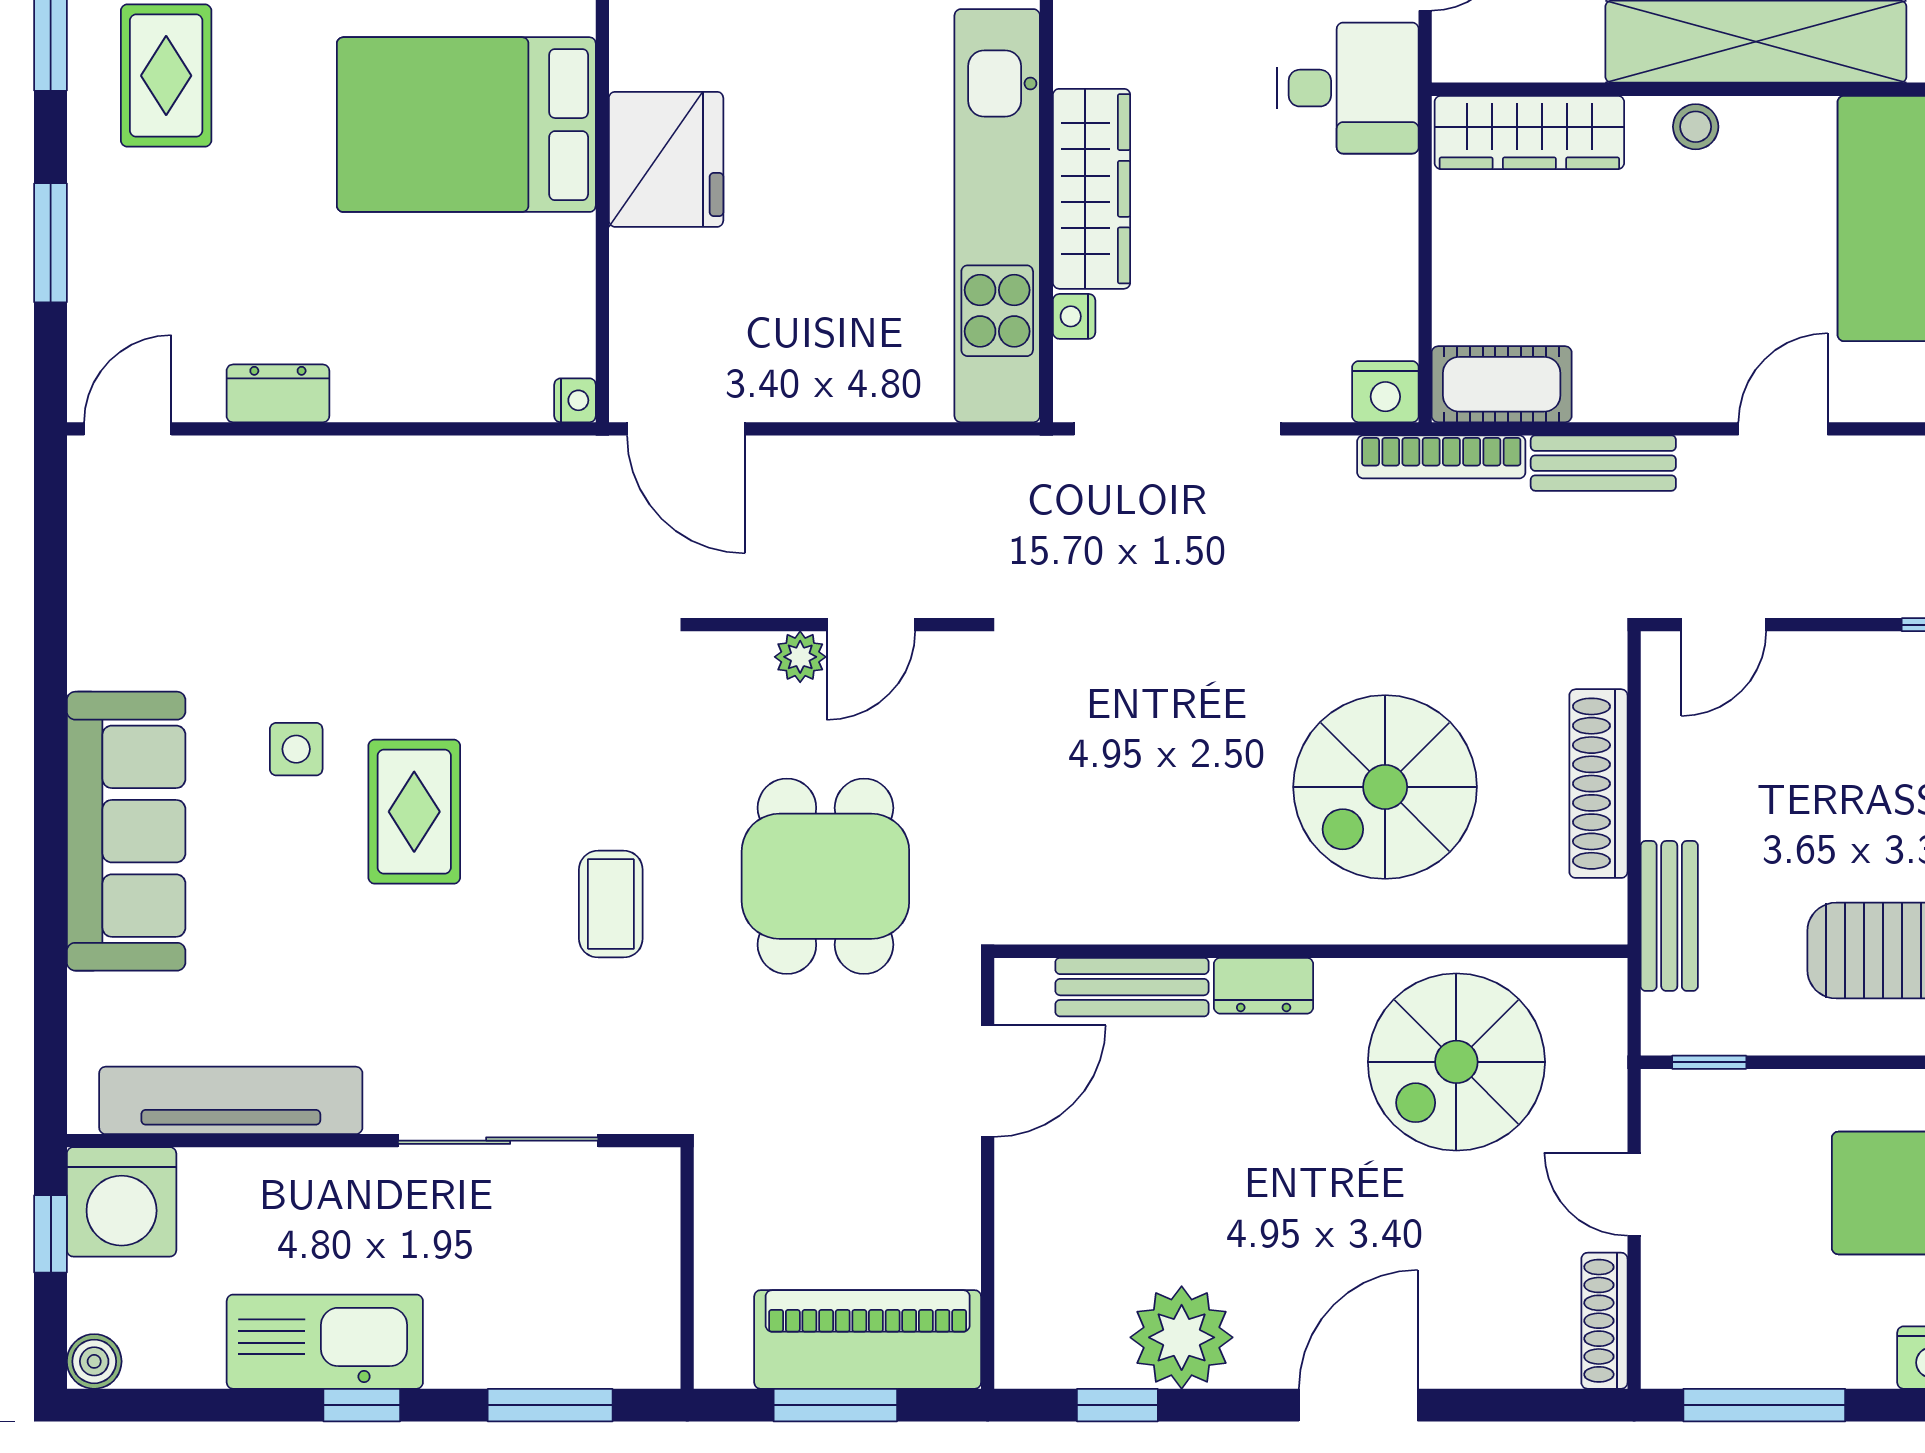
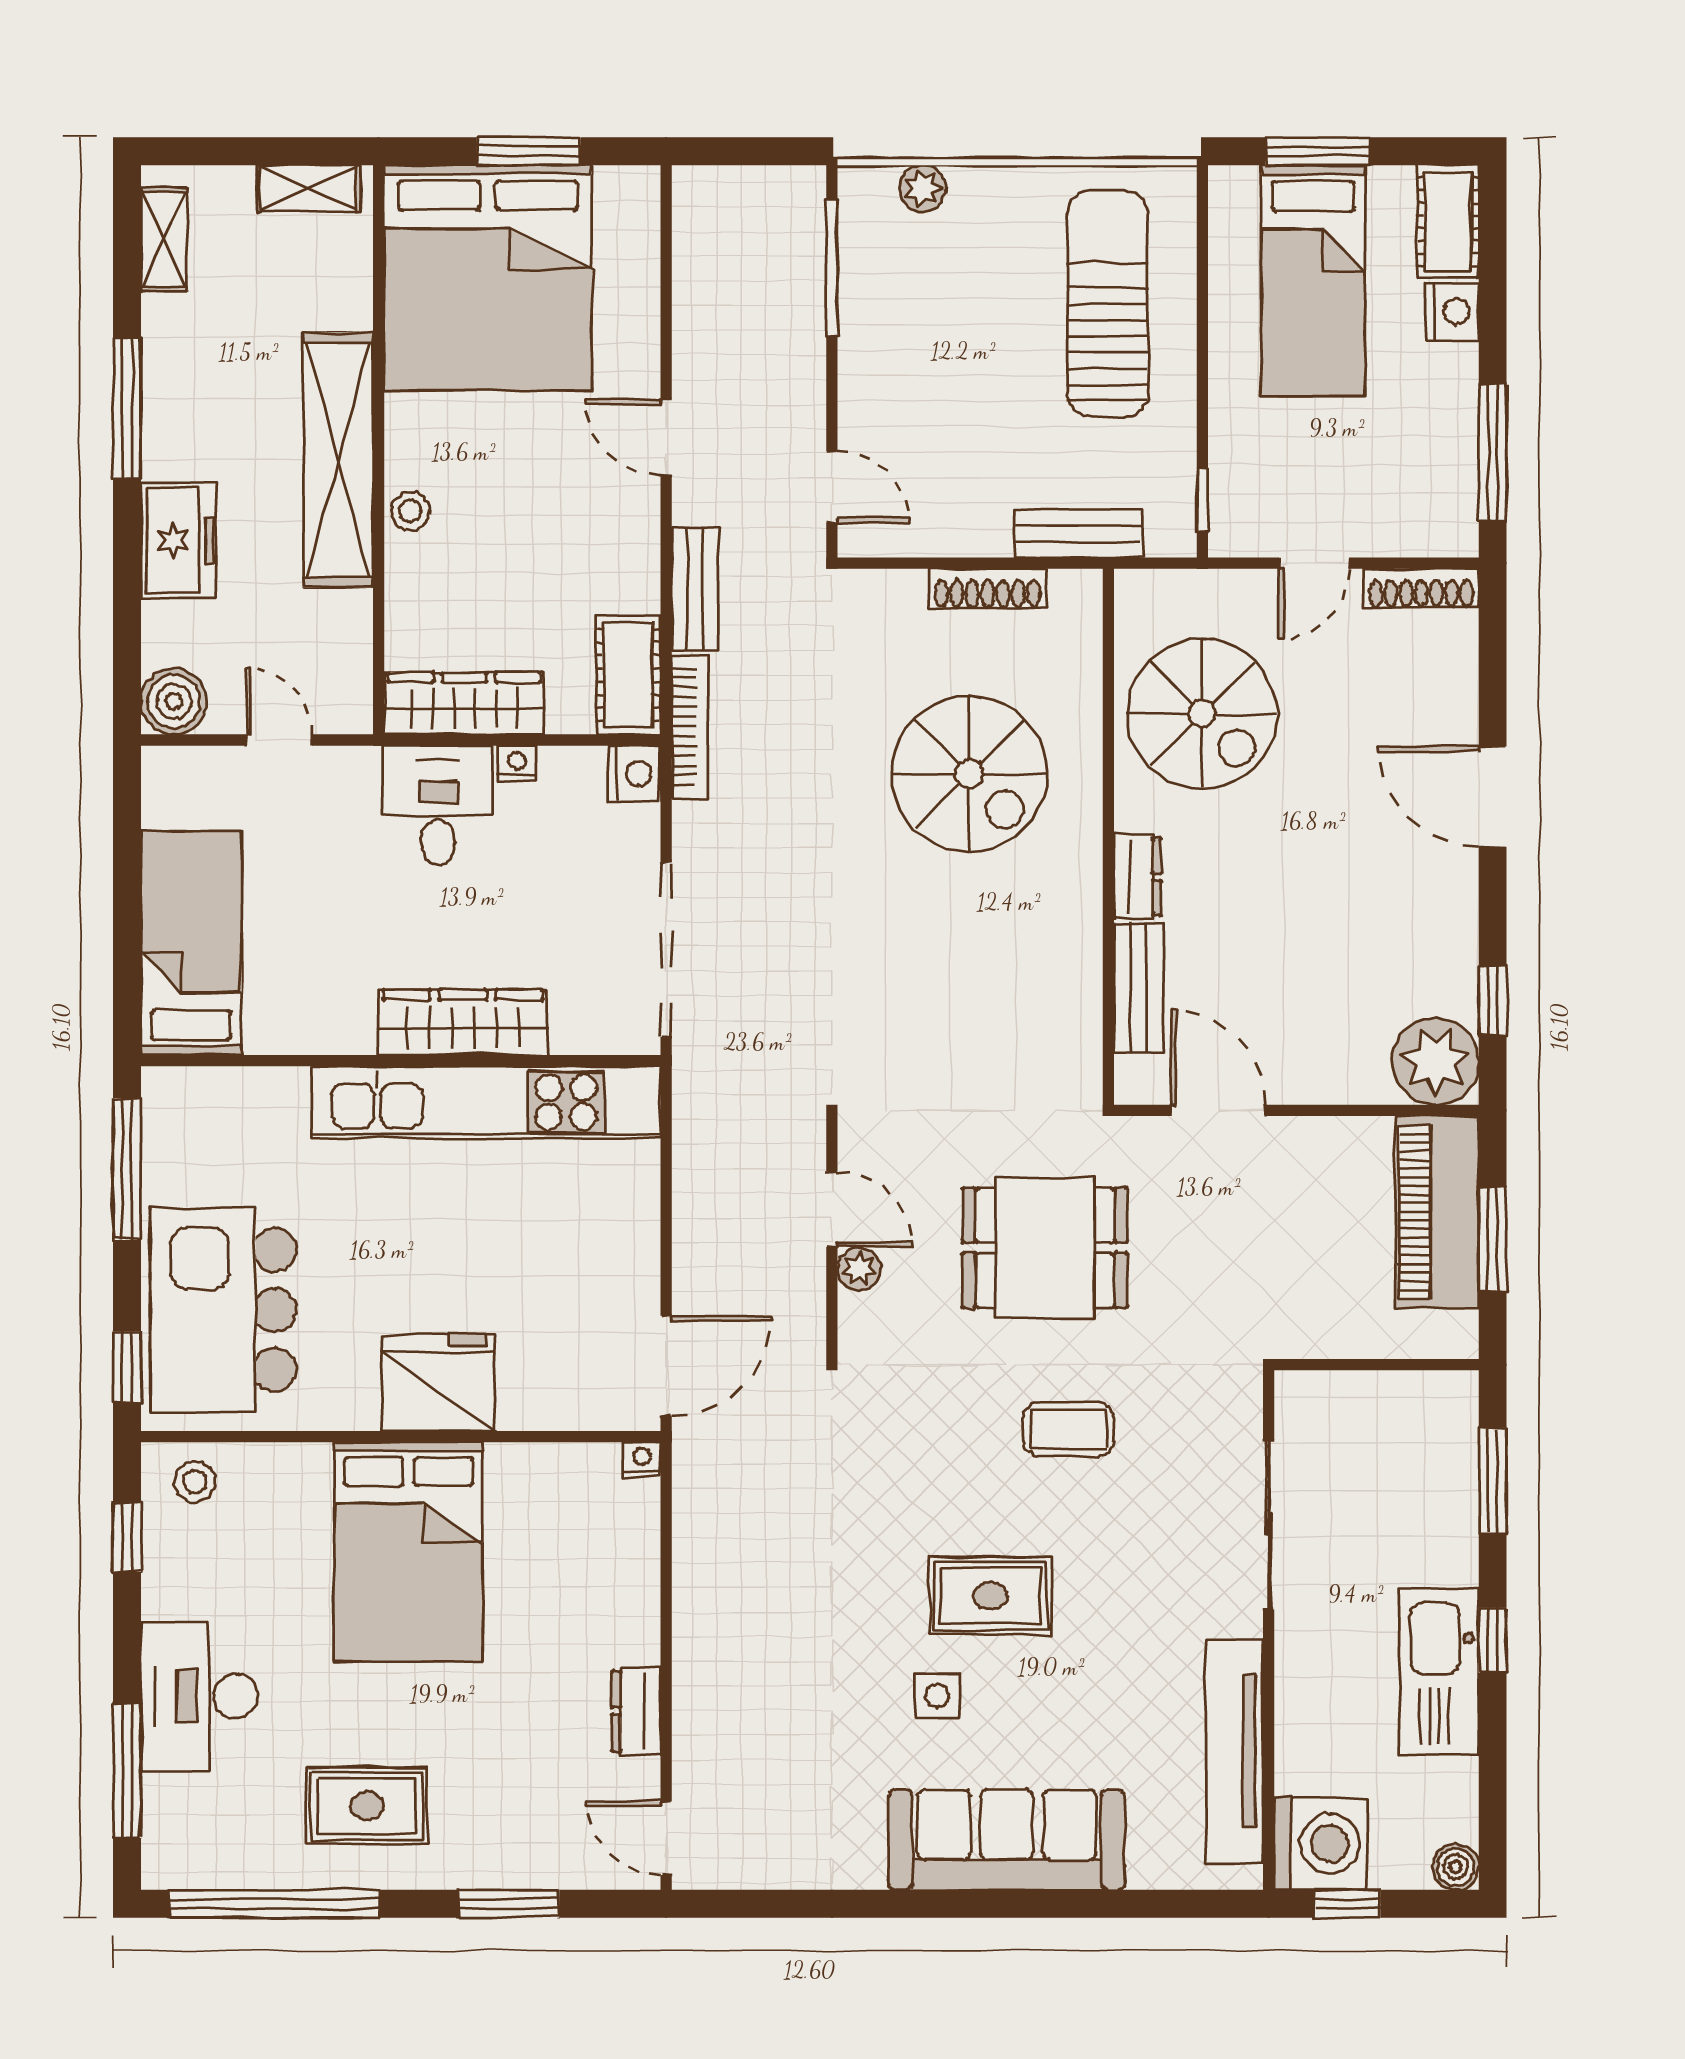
desk: (1348, 88) -> (438, 805), moved
wardrobe: (1529, 132) -> (464, 703), moved, turned -90
nightstand: (1074, 316) -> (517, 763), moved, turned 180
shoe rack: (1598, 784) -> (988, 589), width x0.74, depth x0.81
plant: (1182, 1337) -> (1435, 1061), moved

